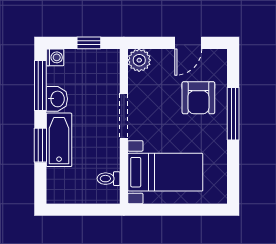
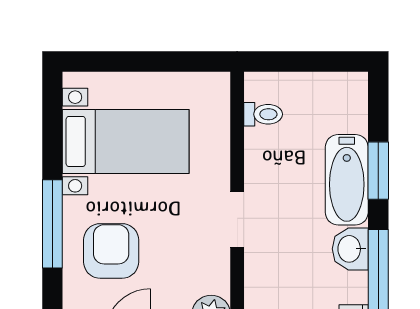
doorway: (124, 116) -> (237, 220), width x0.73
bed with nightstands: (165, 172) -> (126, 141), moved, turned 180

